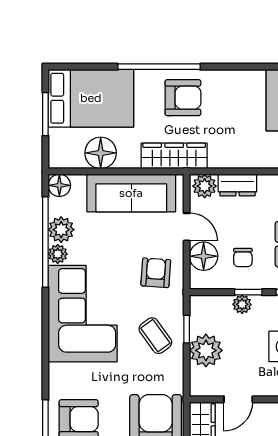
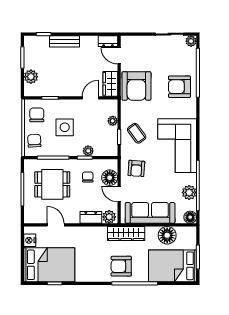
plant: (58, 254) -> (191, 179), removed
plant: (206, 350) -> (113, 121), width x0.53, depth x0.53

